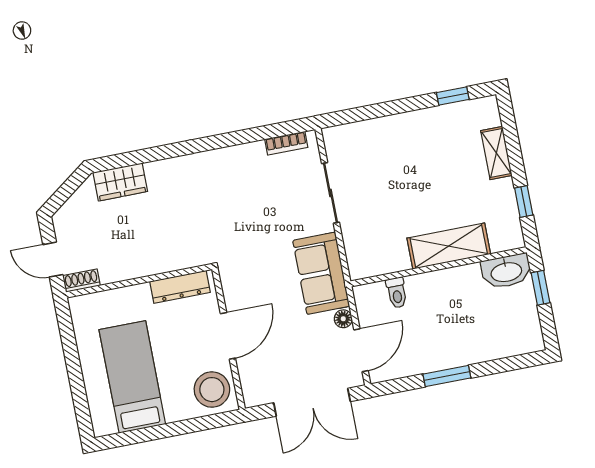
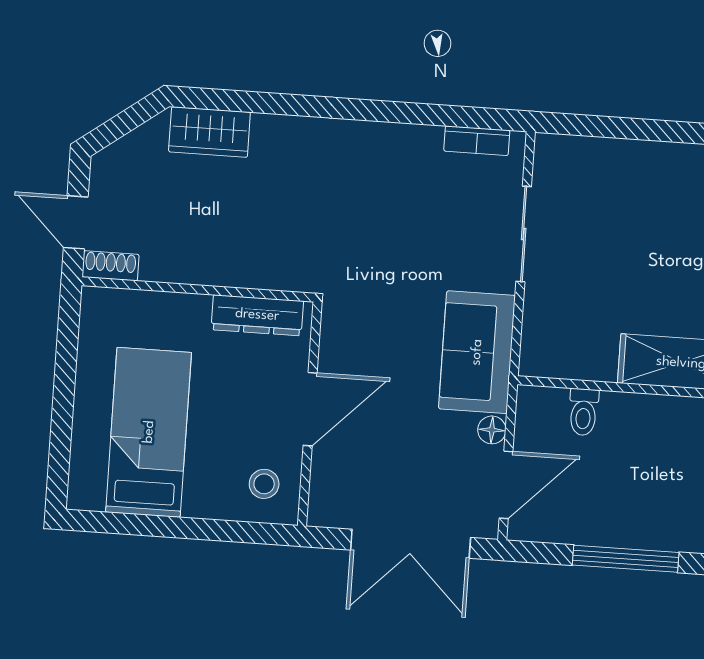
window: (447, 376) -> (626, 559), width x1.44
stool: (212, 390) -> (264, 484), width x0.53, depth x0.53

